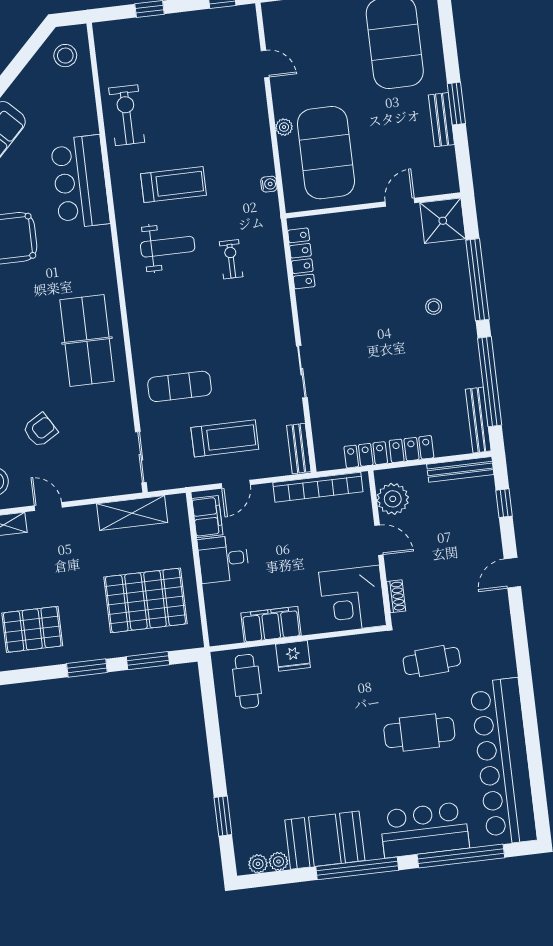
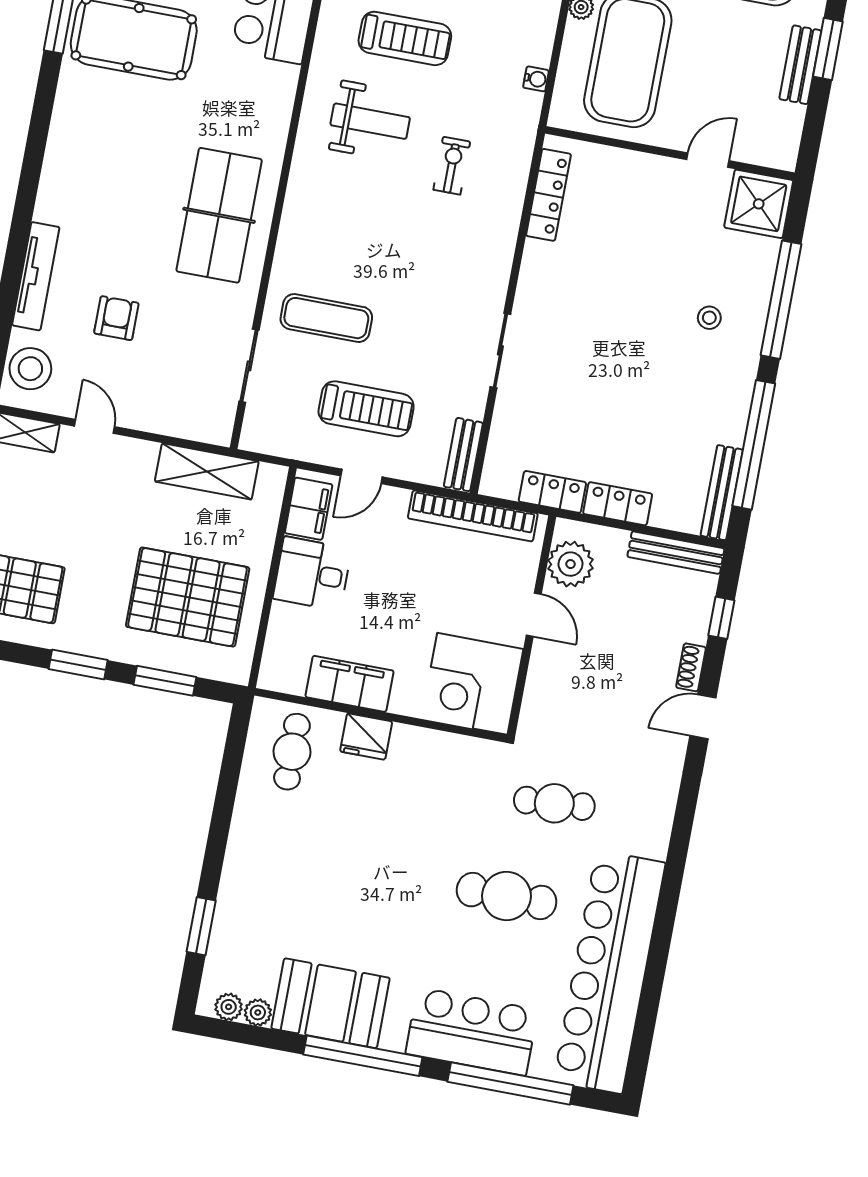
armchair: (40, 430) -> (116, 318), turned -59
sliding door: (141, 457) -> (249, 366), moved
shoe rack: (396, 596) -> (691, 667), moved, turned 180

